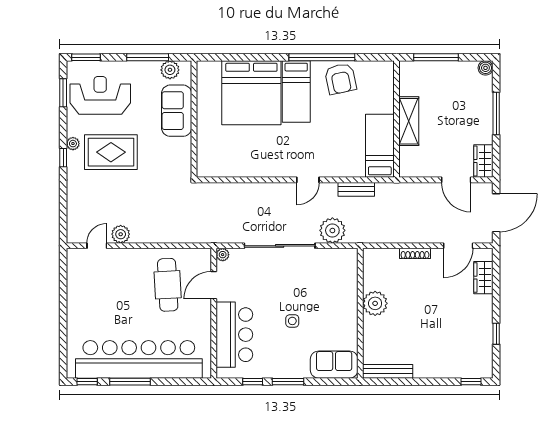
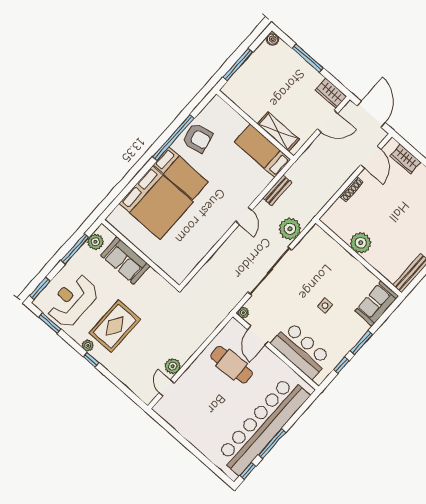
shelving: (409, 121) -> (278, 132), moved

